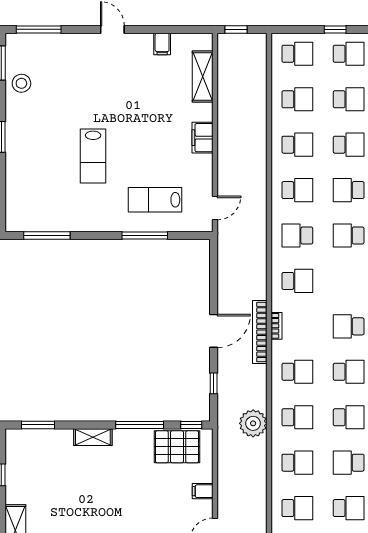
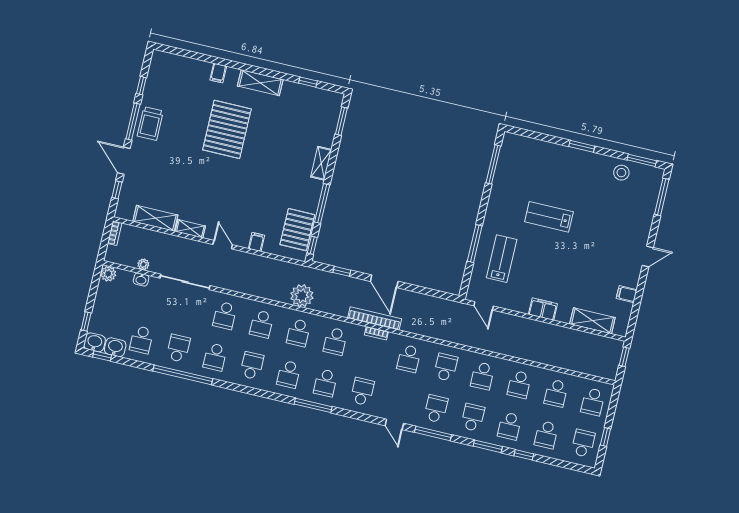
school desk: (349, 54) -> (583, 443), turned 180

